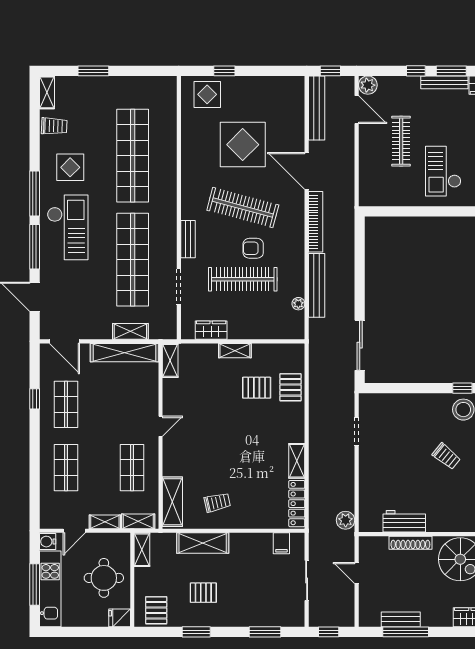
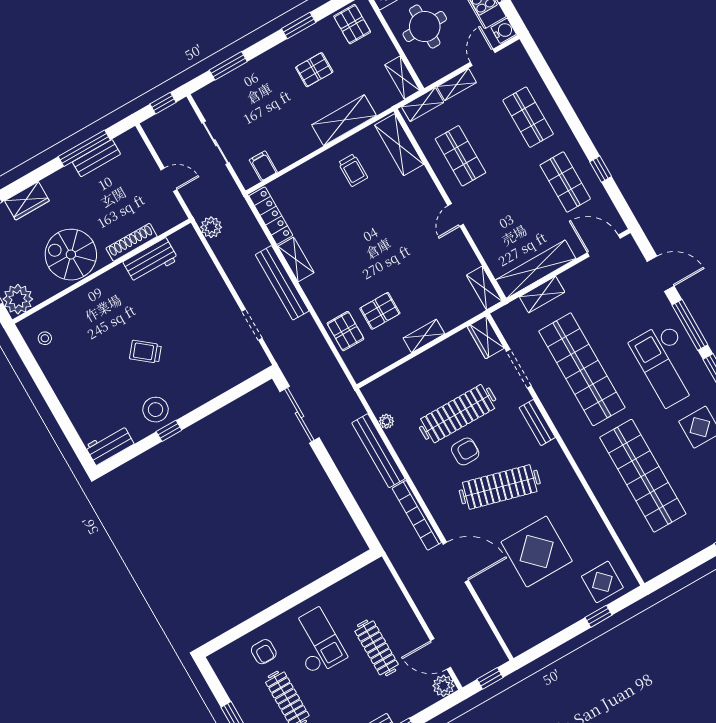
bench: (317, 108) -> (282, 283), moved
wardrobe: (211, 330) -> (486, 337), moved, turned 90
trolley: (217, 503) -> (353, 170), turned -77

